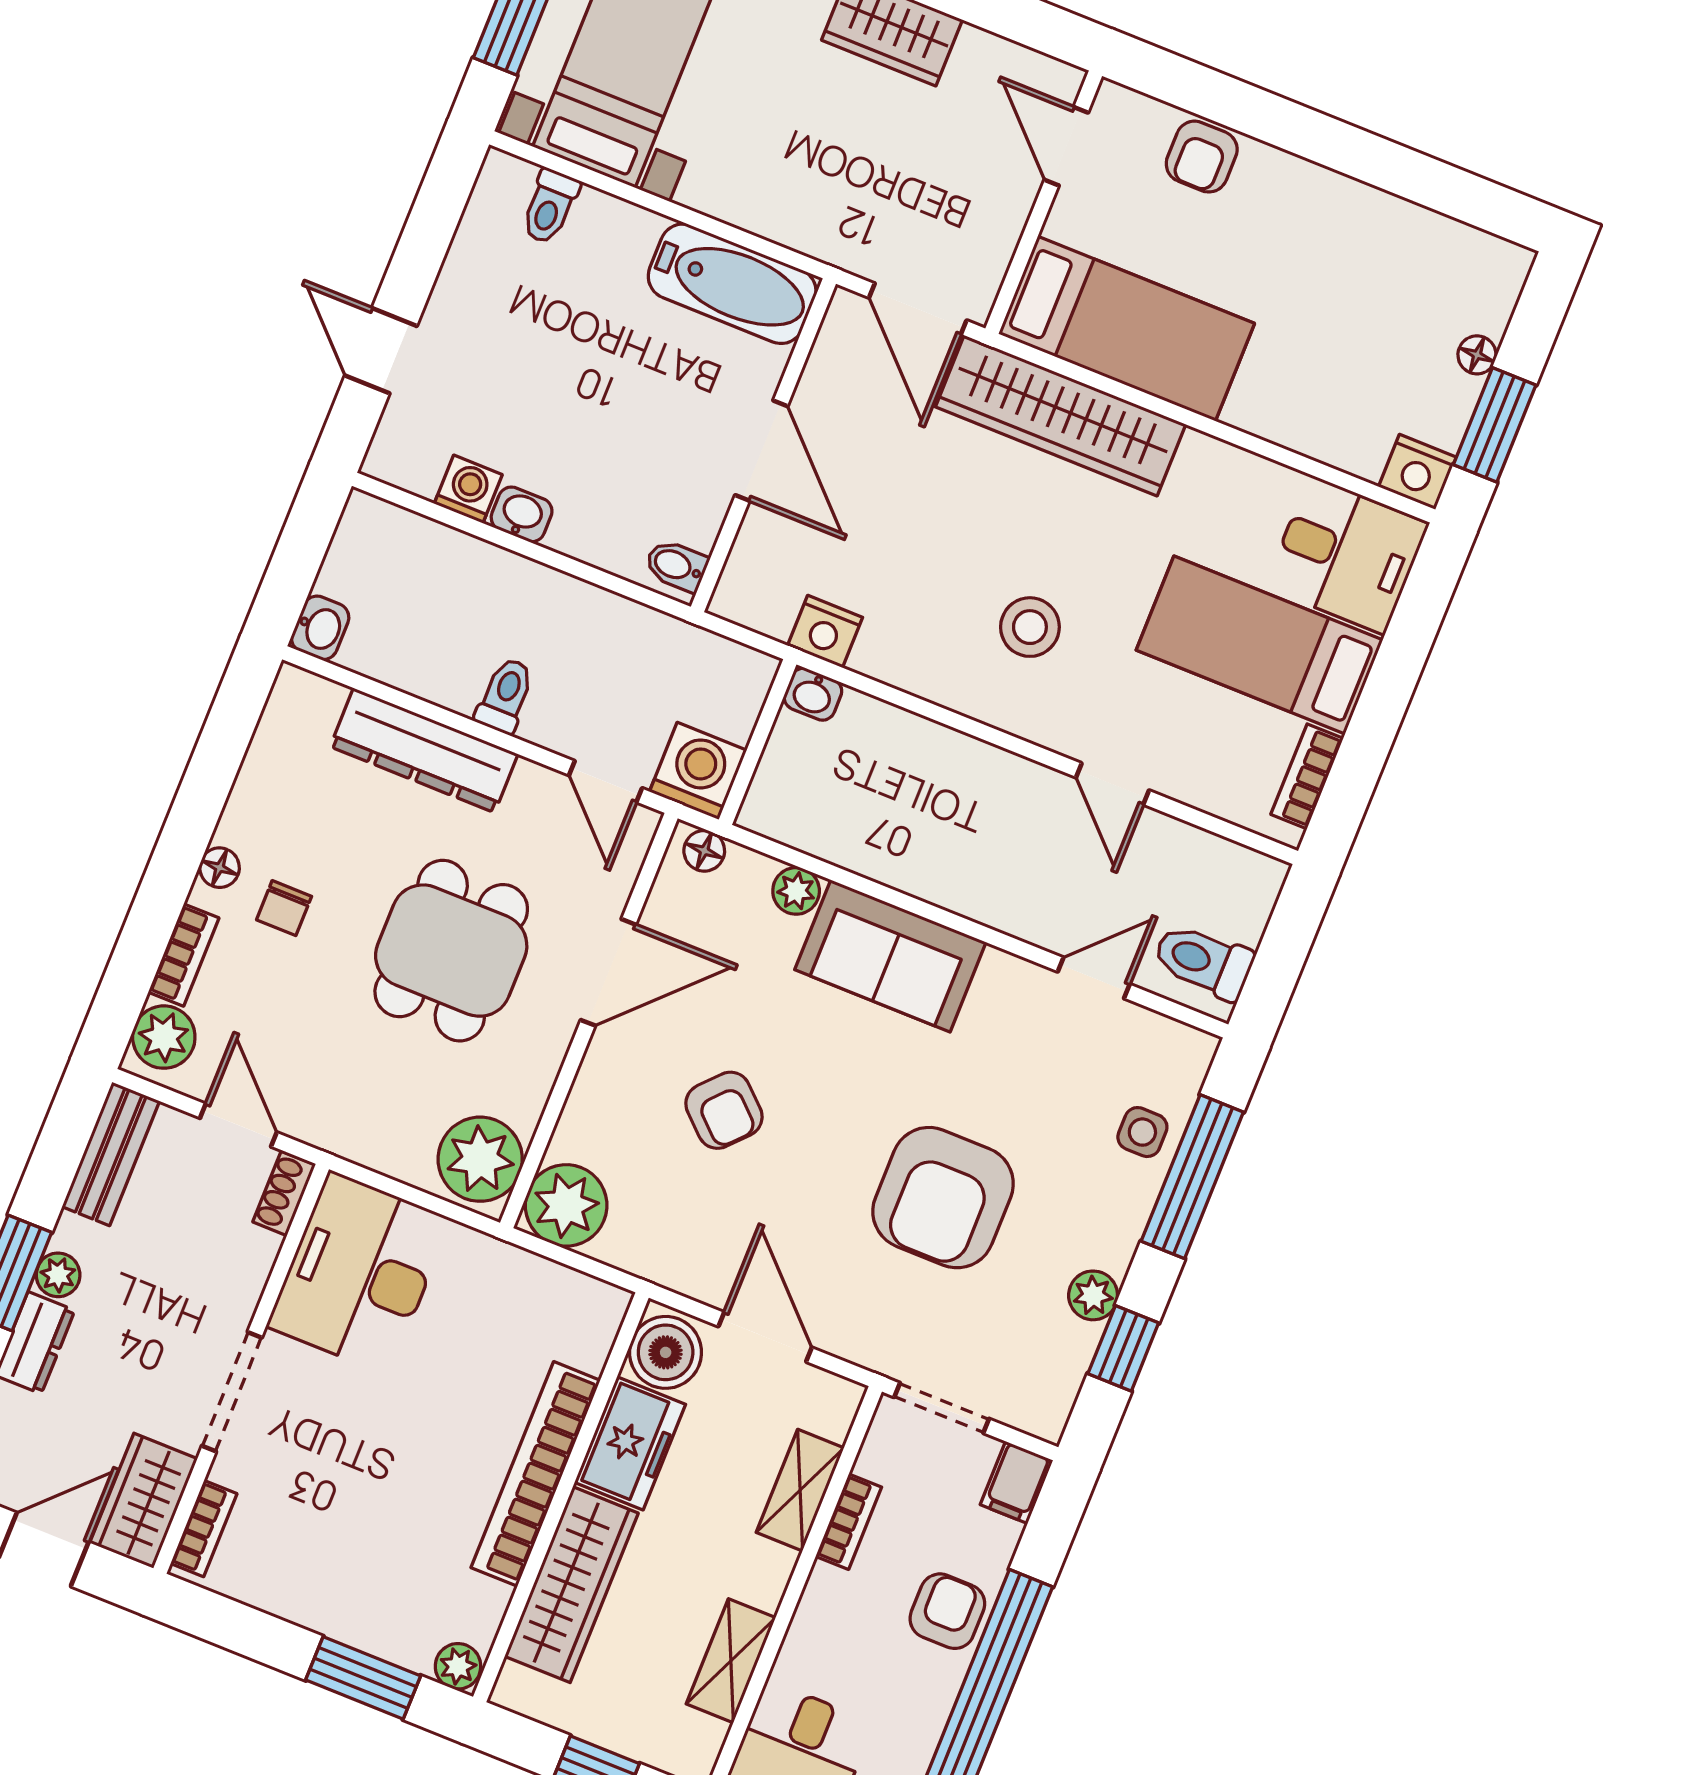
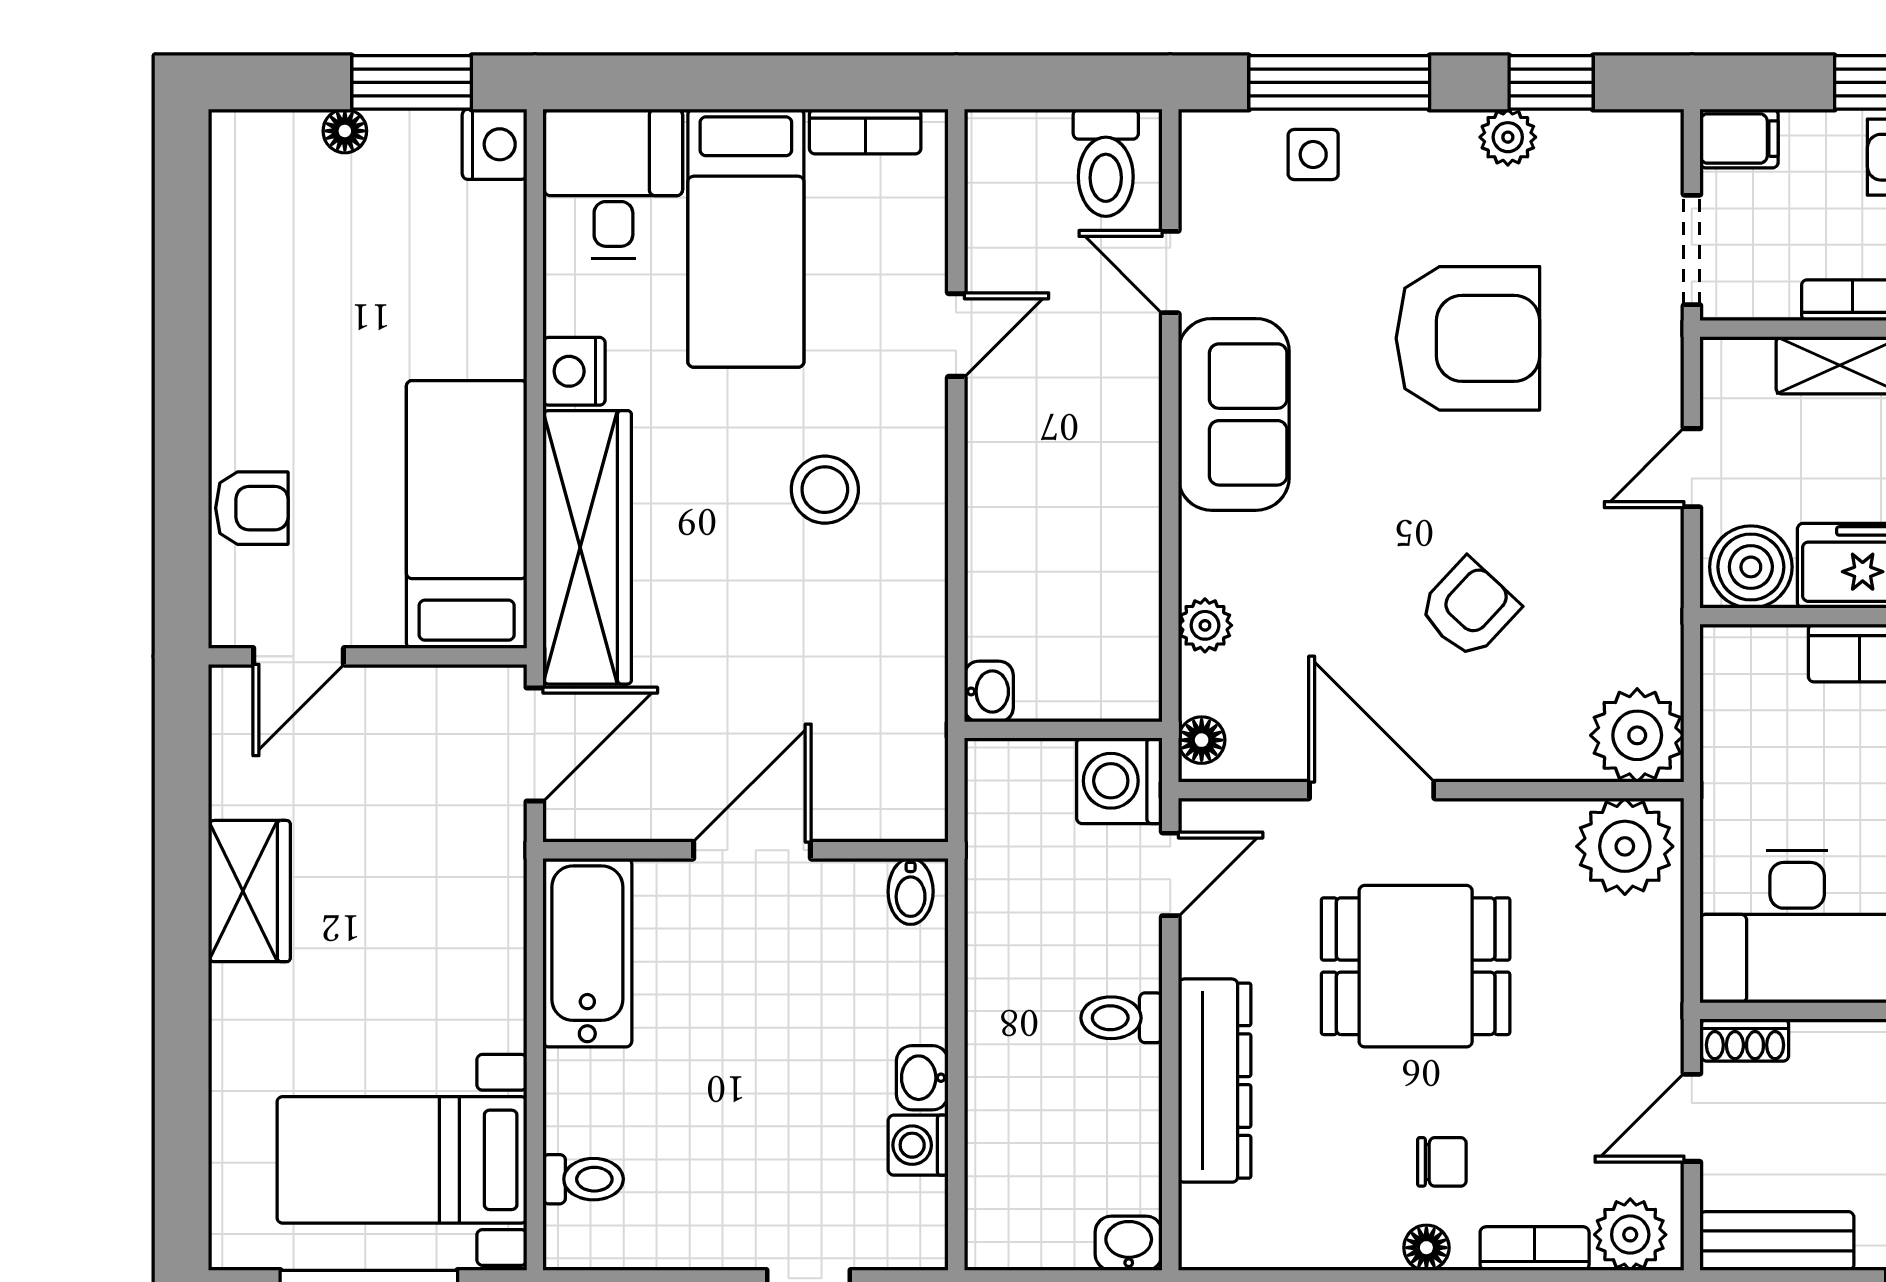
nightstand: (825, 631) -> (574, 371), moved, turned 180
sofa: (890, 956) -> (1234, 414), moved
door: (765, 1337) -> (1692, 468), width x0.73

